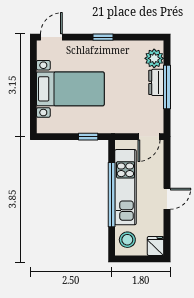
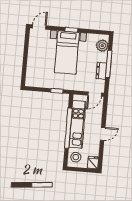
dresser: (156, 82) -> (101, 71), moved
bed with nightstands: (70, 89) -> (67, 53), moved, turned 90

